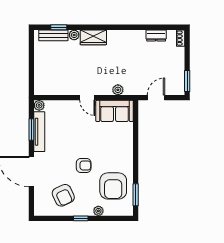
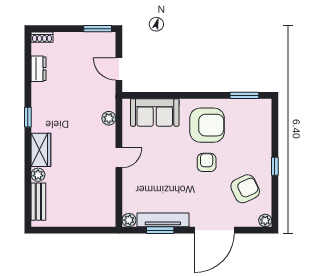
window: (59, 27) -> (28, 117), moved
sofa: (115, 111) -> (155, 112), moved, turned 90
armchair: (113, 186) -> (207, 125), moved
plant: (98, 211) -> (265, 220), moved

